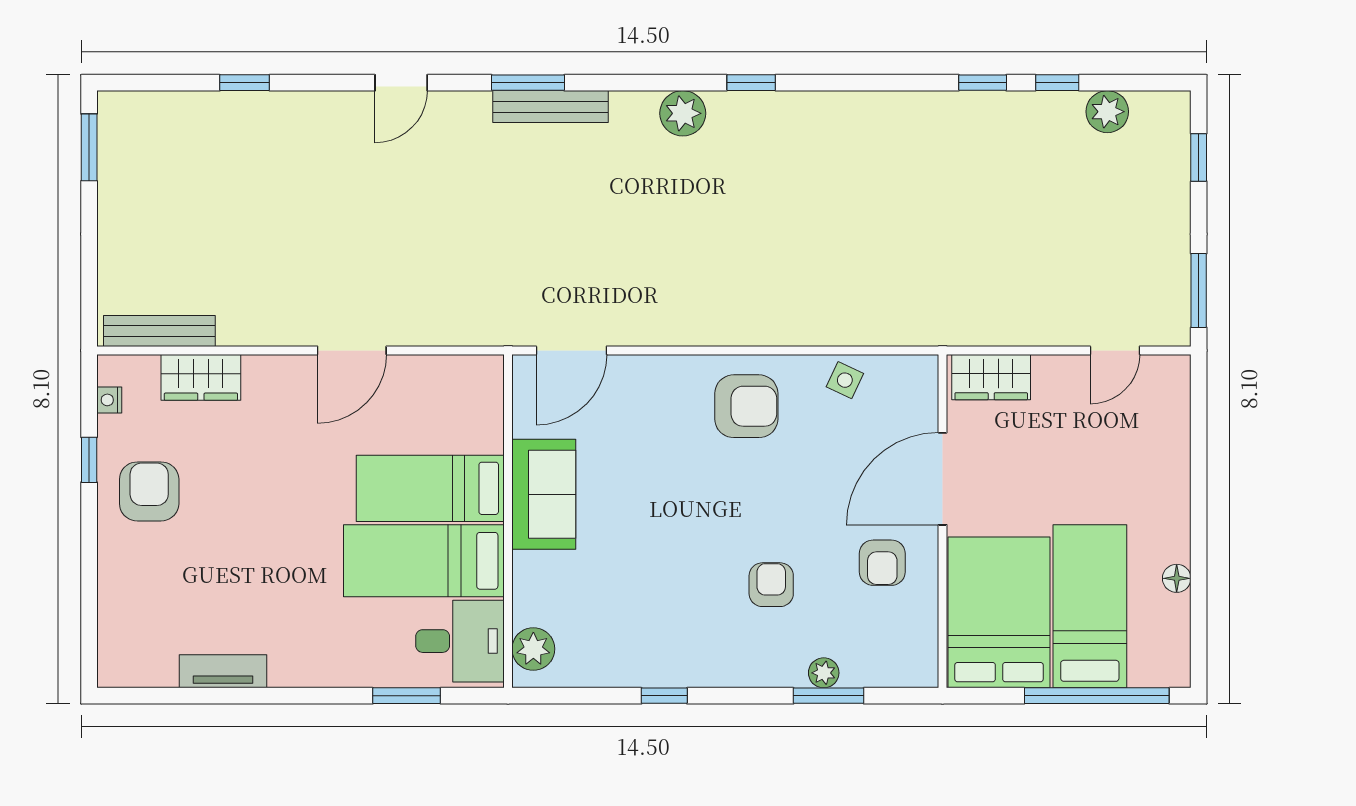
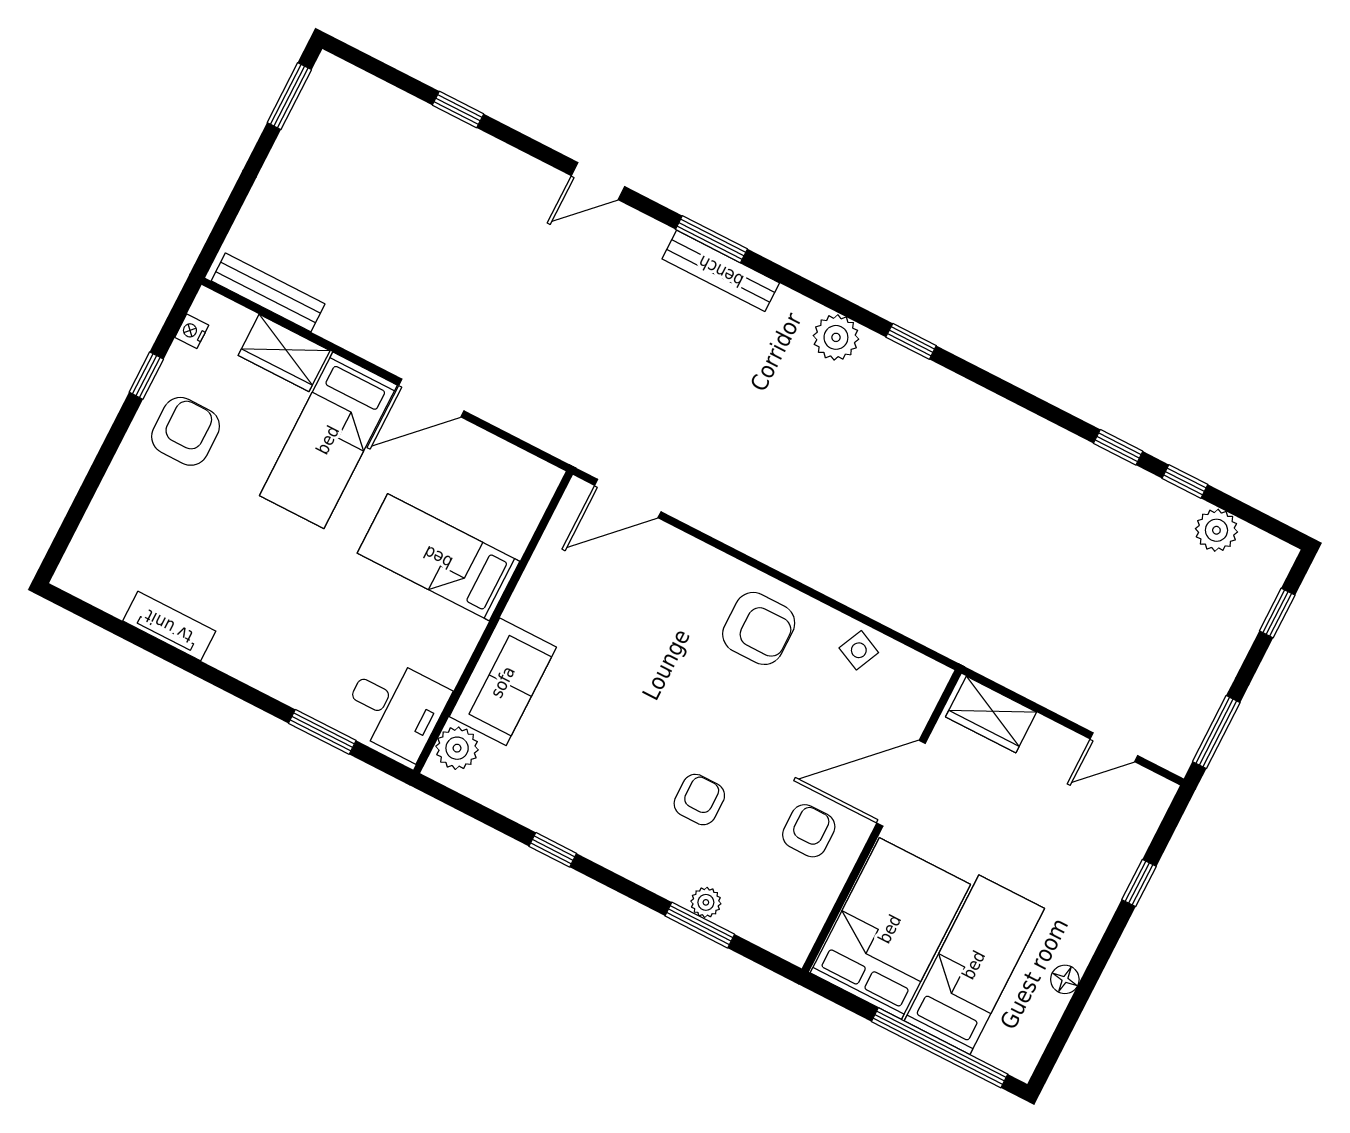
window: (1199, 459) -> (1139, 883), added
sofa: (544, 494) -> (503, 682), moved
bed: (424, 561) -> (328, 440), moved, turned -90
armchair: (882, 563) -> (809, 831), turned 180

